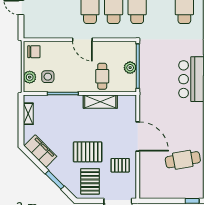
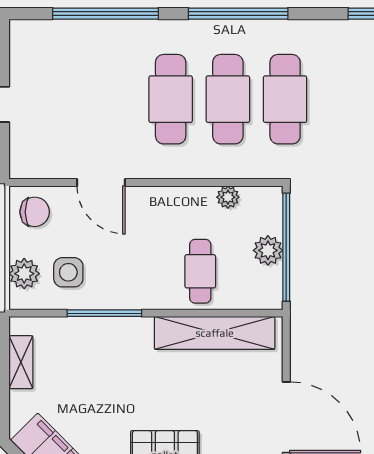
door: (82, 40) -> (101, 183), moved
plant: (114, 46) -> (228, 197), added
shelving: (100, 102) -> (215, 333), width x1.47

